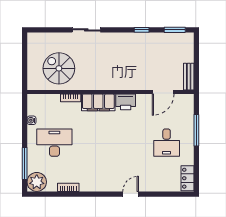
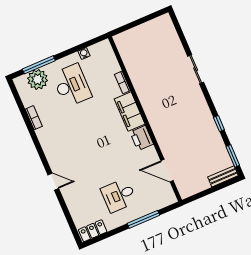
spiral stairs: (59, 68) -> (146, 59), removed
bench: (189, 77) -> (223, 176), moved
plant: (37, 182) -> (38, 79), moved

